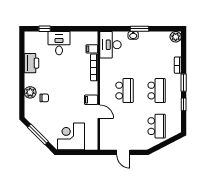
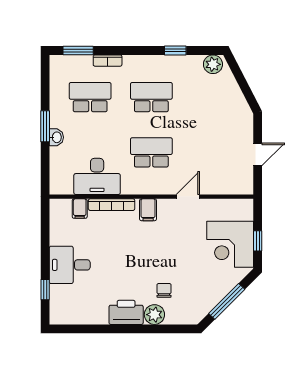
plant: (176, 37) -> (213, 64), moved
desk: (110, 45) -> (97, 176), moved
printer: (31, 63) -> (126, 312), moved
window: (184, 83) -> (78, 51), moved
filing cabinet: (91, 100) -> (148, 210), moved
school desk: (157, 126) -> (90, 97), moved
window: (73, 152) -> (258, 241), added

